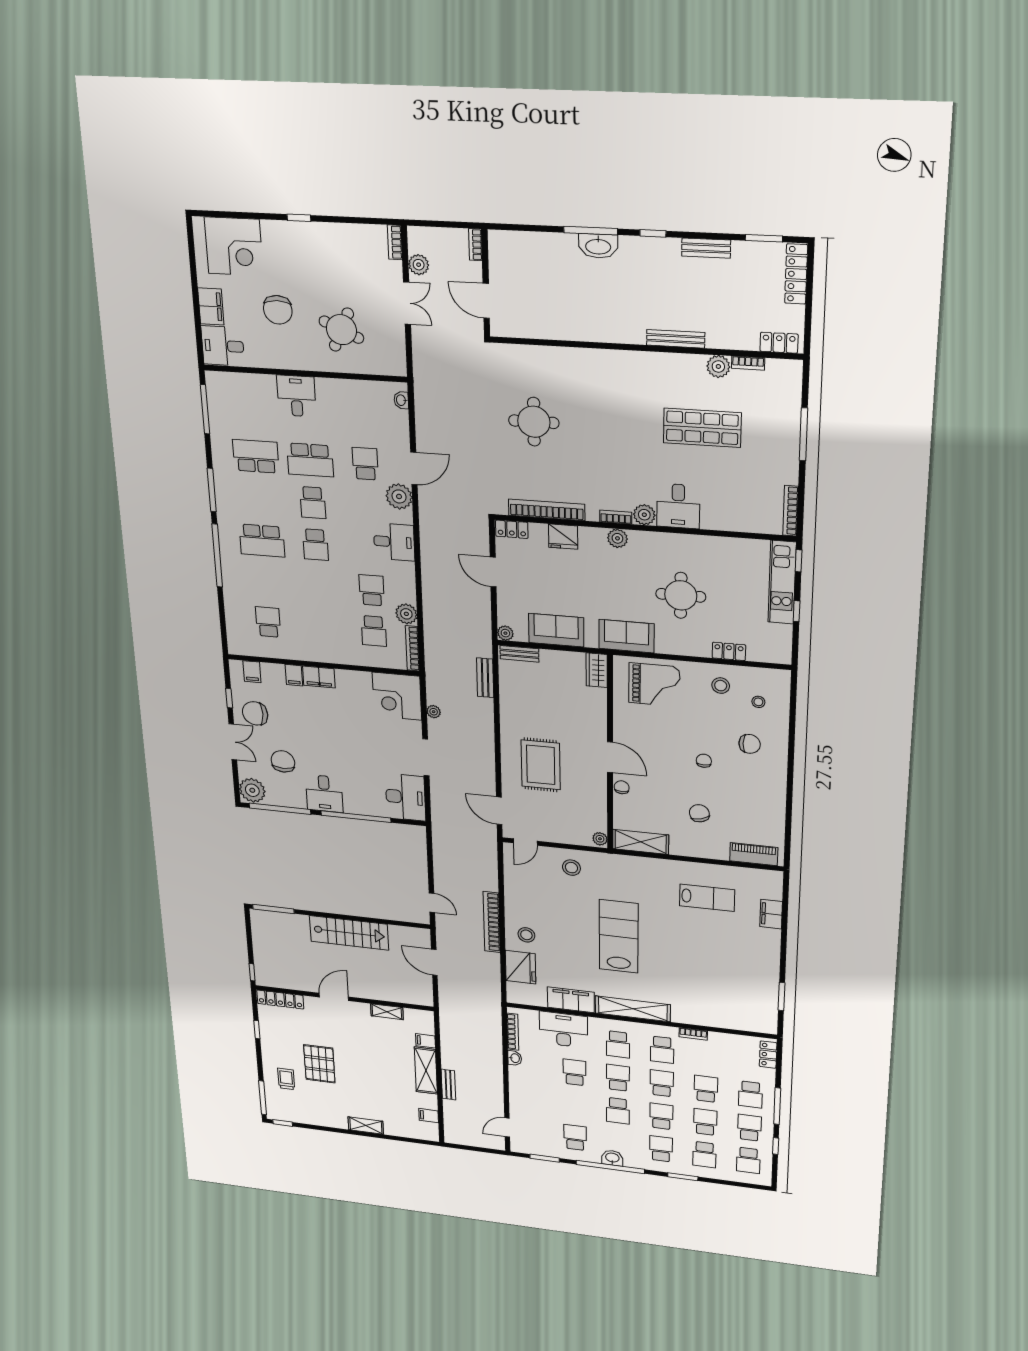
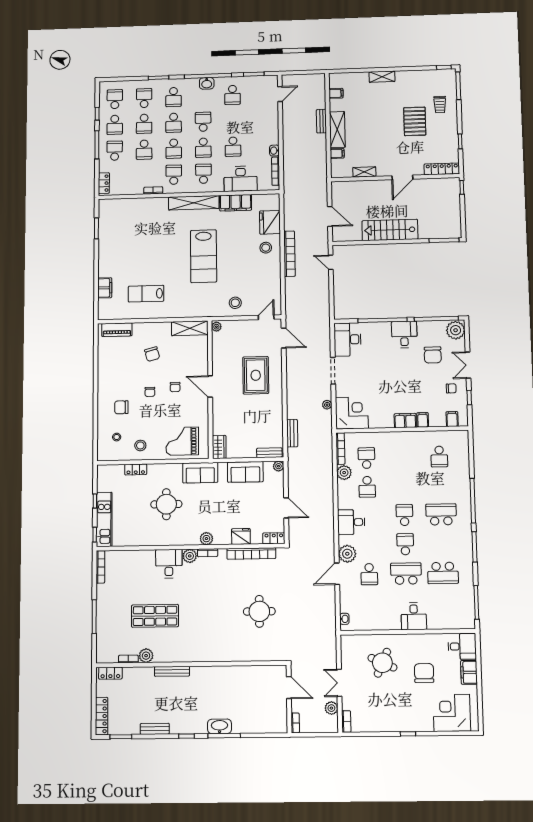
chair: (255, 713) -> (451, 388), width x0.54, depth x0.54
chair: (622, 787) -> (175, 387), moved

